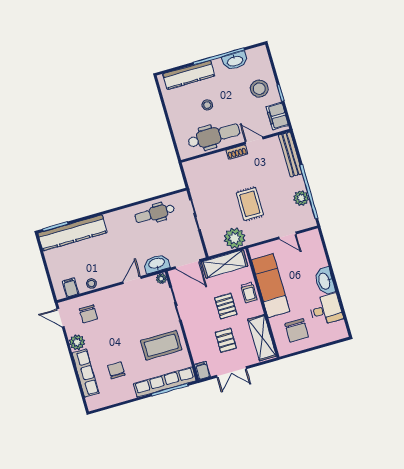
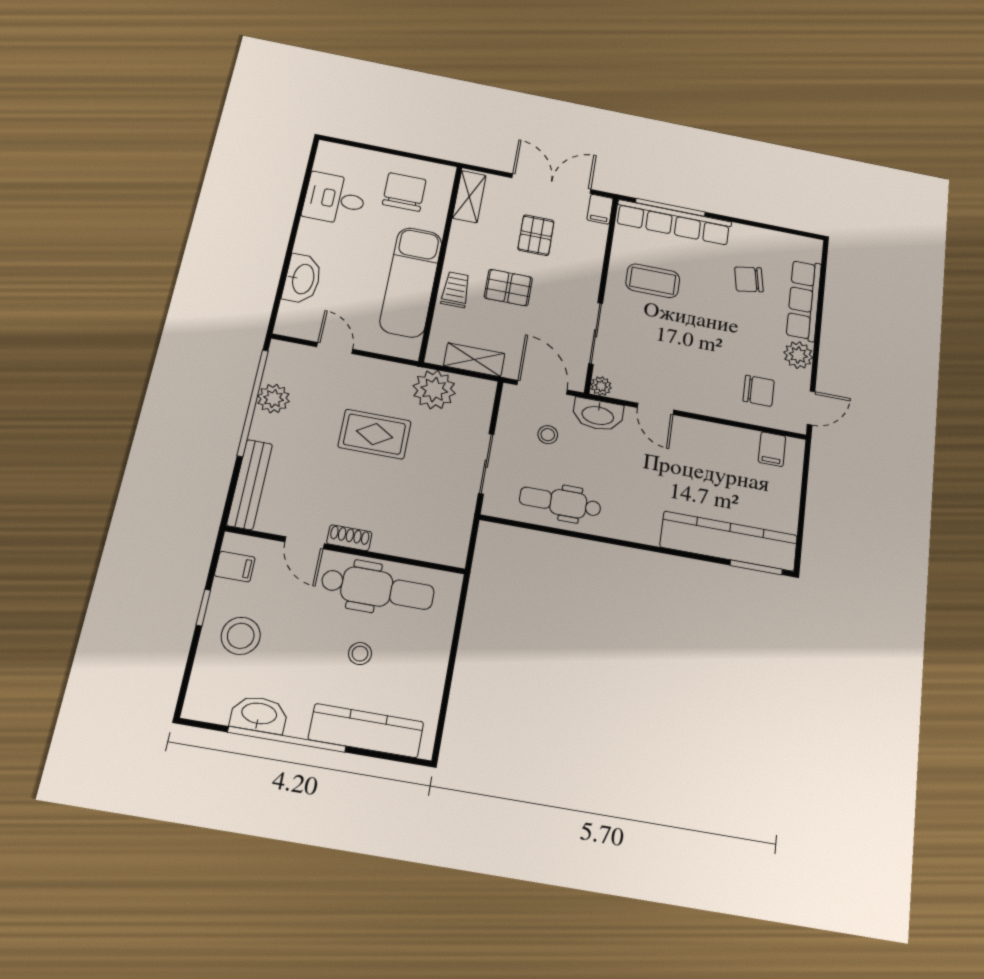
filing cabinet: (277, 116) -> (235, 567), width x0.50
dental chair: (214, 136) -> (378, 589), turned 180
rug: (250, 204) -> (375, 434), turned 90
dental chair: (155, 213) -> (560, 502), turned 180
shelving: (225, 264) -> (474, 360), width x0.67, depth x0.75
door: (132, 280) -> (655, 409), hinge flipped
washbasin: (325, 281) -> (302, 279), moved
stool: (91, 283) -> (548, 435), moved
pallet: (226, 306) -> (508, 288), turned 90
chair: (88, 314) -> (759, 391), turned 90
door: (61, 318) -> (811, 408), hinge flipped
shelving: (262, 338) -> (469, 197), width x0.67, depth x0.75
coffee table: (161, 345) -> (653, 281), width x0.73, depth x0.76
chair: (116, 370) -> (749, 279), turned 80
double door: (231, 372) -> (551, 184), width x1.37

